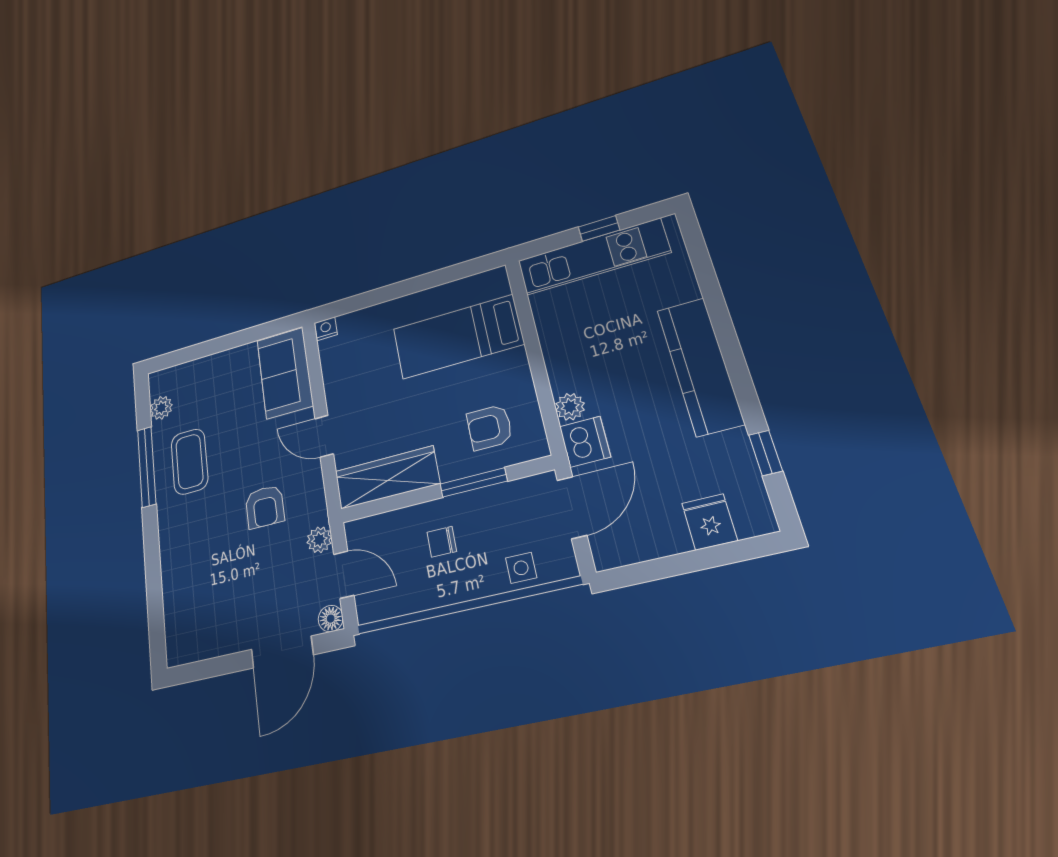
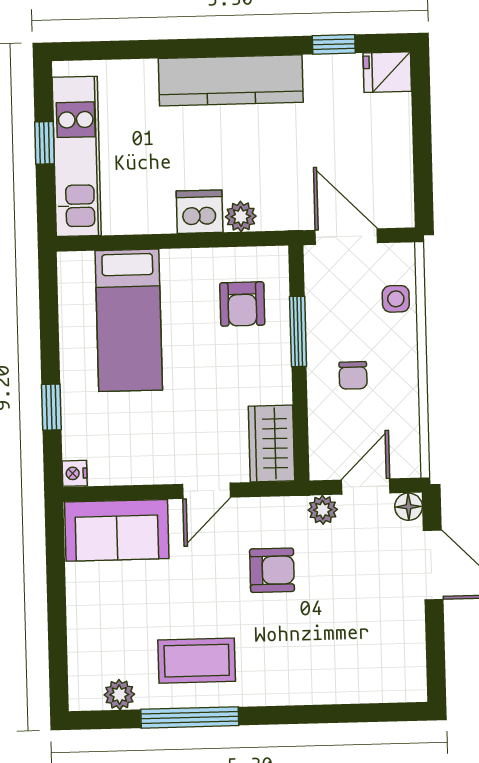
window: (376, 297) -> (51, 407), added
dishwasher: (585, 442) -> (200, 212), moved
wardrobe: (387, 477) -> (271, 444), width x0.67
fridge: (709, 522) -> (387, 72), moved

